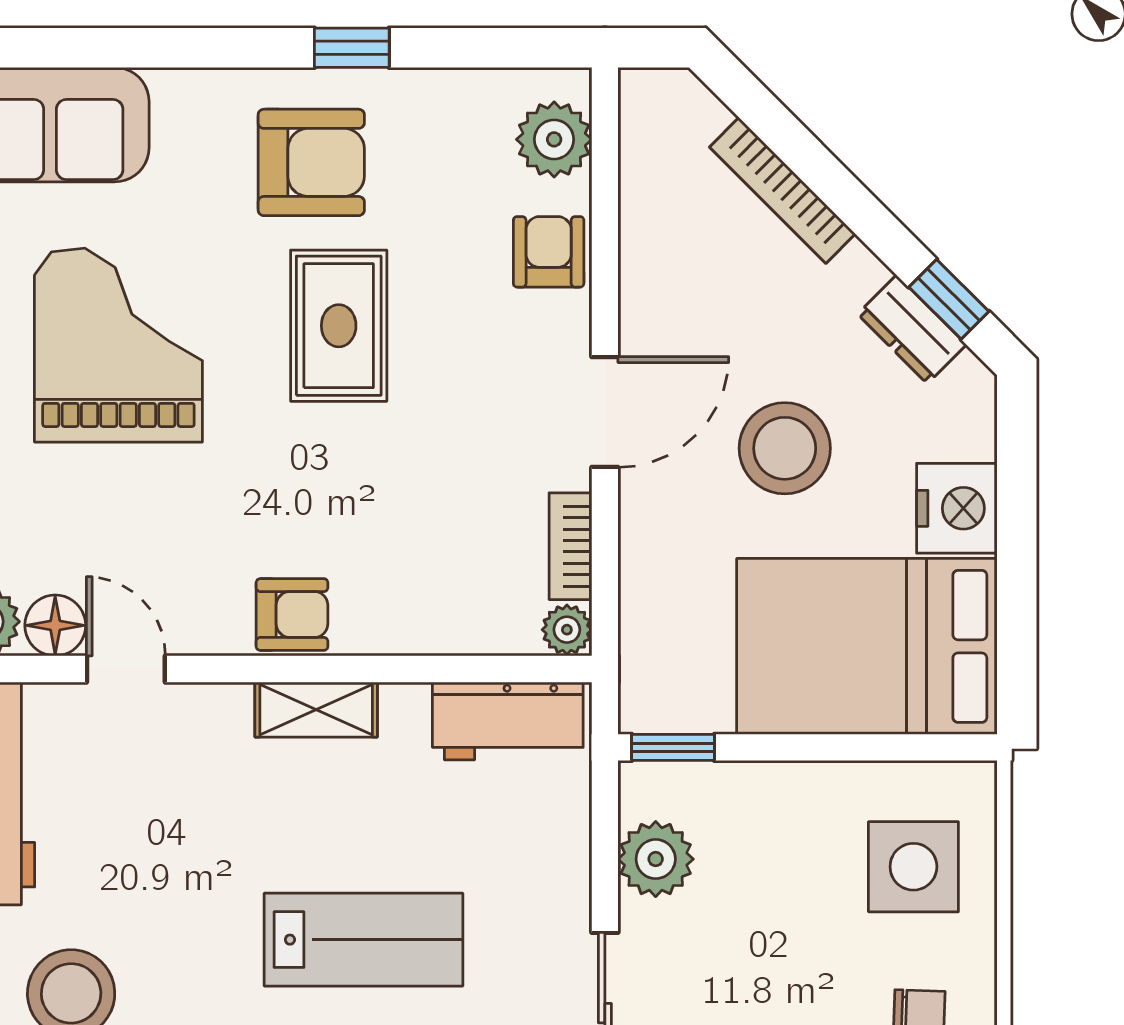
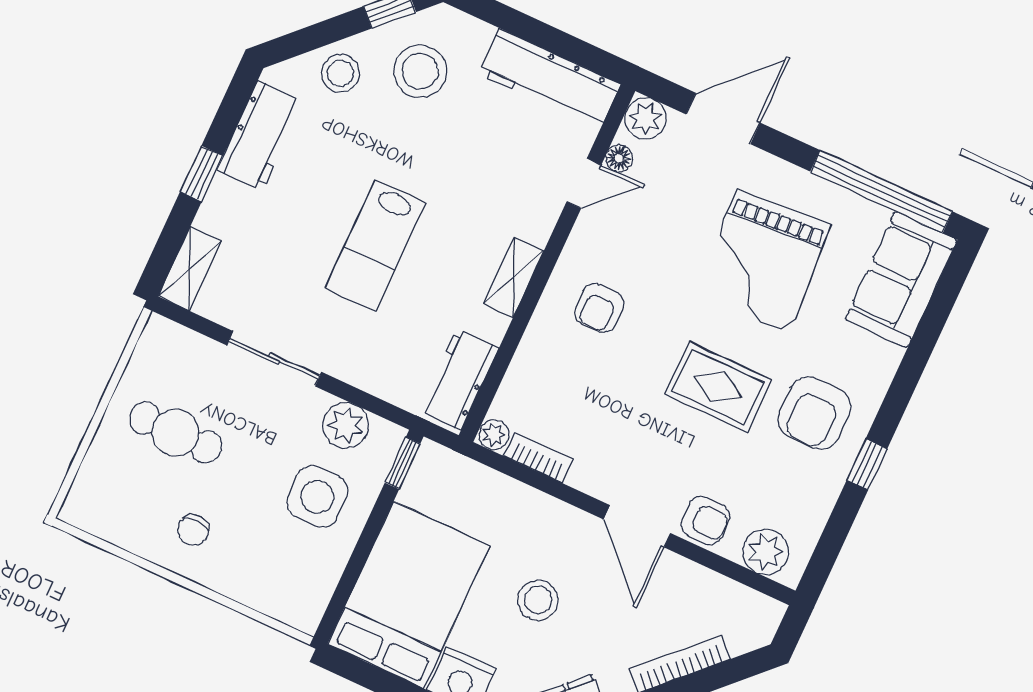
grand piano: (118, 345) -> (763, 261), turned 86
door: (605, 412) -> (637, 526), moved
stool: (785, 448) -> (538, 600), width x0.73, depth x0.73
armchair: (292, 615) -> (599, 308), moved
floor lamp: (55, 625) -> (619, 158), width x0.73, depth x0.73
side table: (913, 867) -> (317, 497), moved

